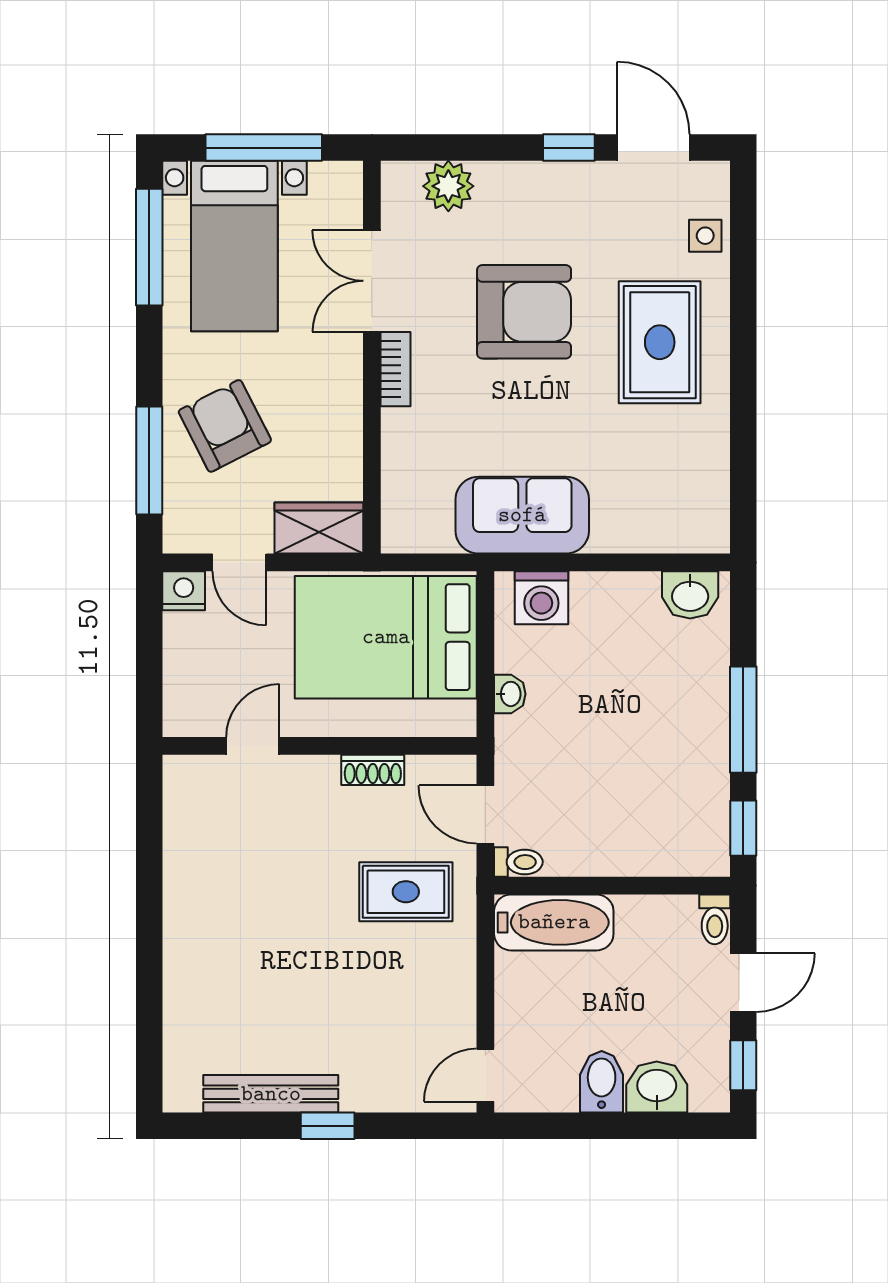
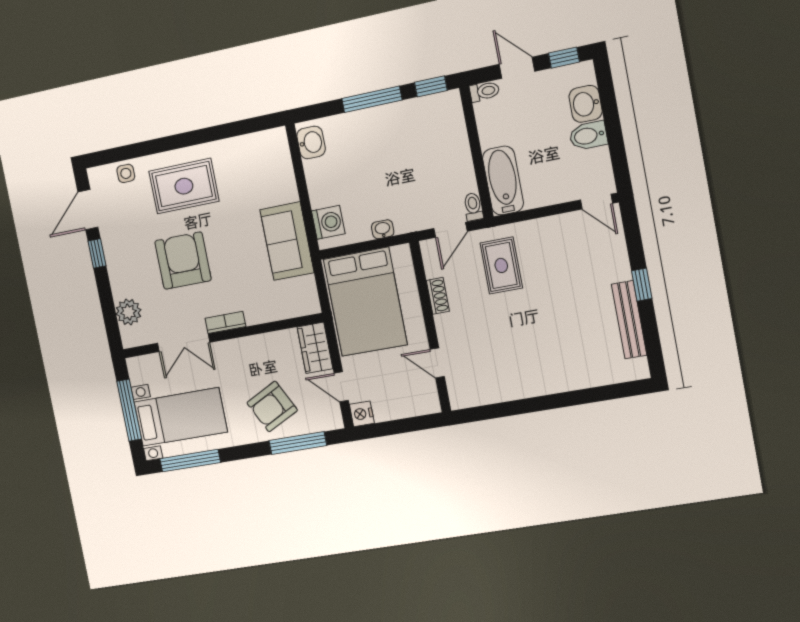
door: (239, 562) -> (341, 387), swing flipped

